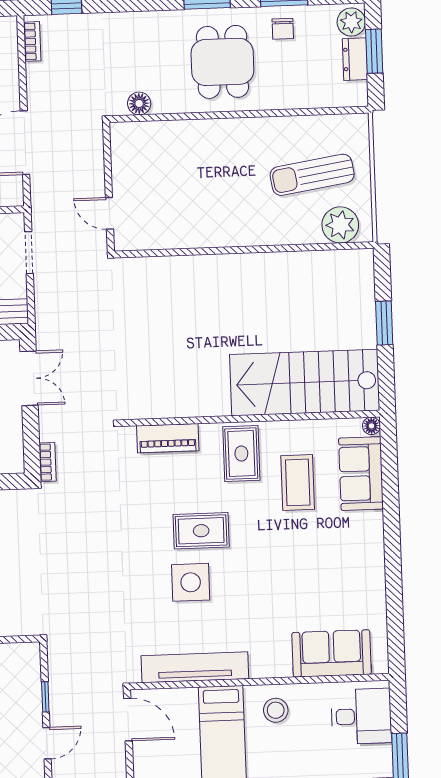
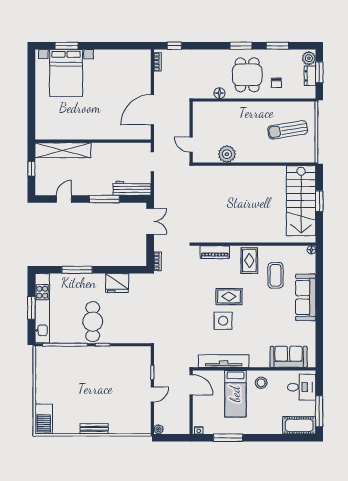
chair: (283, 29) -> (276, 83), moved
floor lamp: (139, 103) -> (219, 93), moved
plant: (340, 225) -> (227, 154), moved
stairs: (305, 383) -> (301, 201), moved, turned -90
sofa: (361, 474) -> (306, 297), moved, width x1.36

